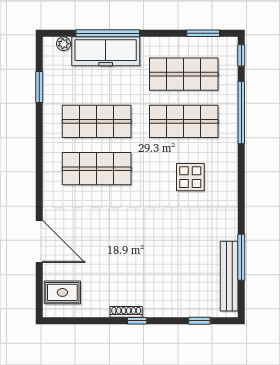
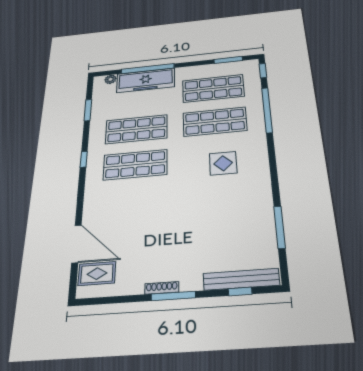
window: (39, 156) -> (84, 159), added
door: (39, 242) -> (76, 244), moved
bench: (229, 276) -> (241, 279), moved, turned 90
window: (137, 321) -> (173, 296), width x2.17

